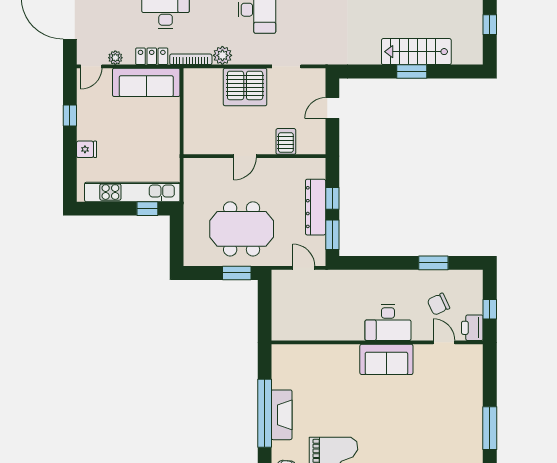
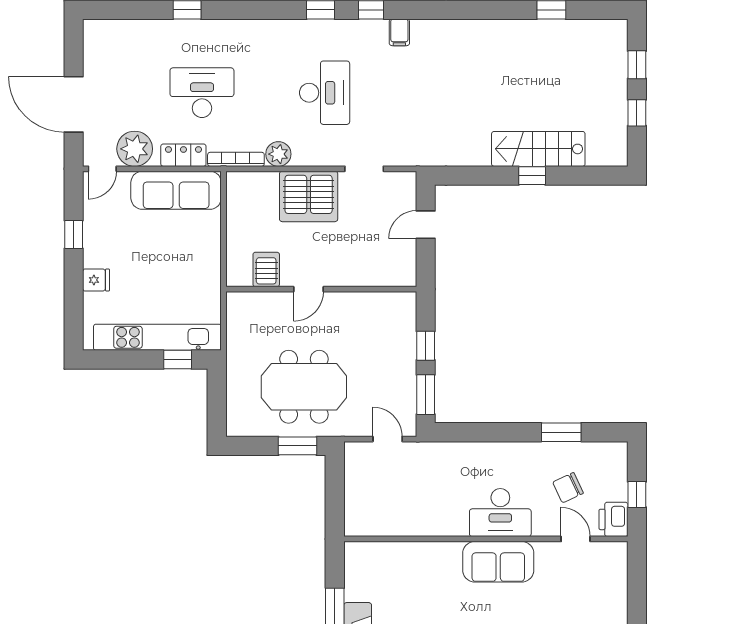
plant: (115, 58) -> (135, 149), width x1.88, depth x1.88
window: (412, 71) -> (532, 176), width x0.67
server rack: (286, 141) -> (266, 269), moved
dresser: (316, 207) -> (403, 358), removed

